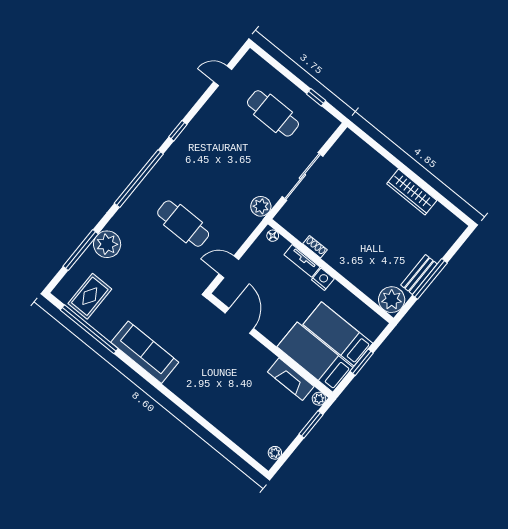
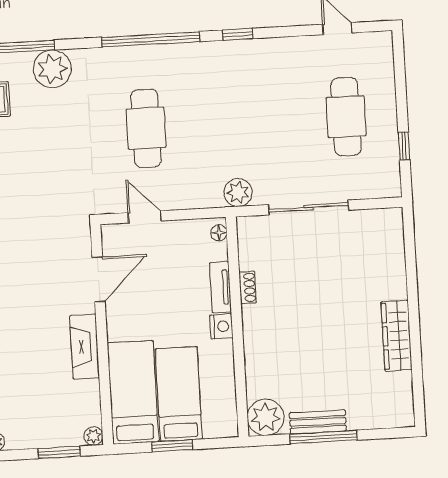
fireplace: (291, 379) -> (84, 347), moved

